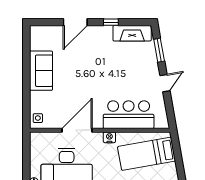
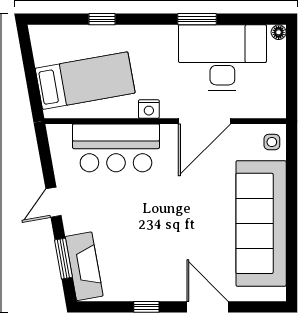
door: (75, 22) -> (208, 307), hinge flipped
fireplace: (132, 33) -> (84, 266), moved, turned 80
sofa: (41, 71) -> (261, 223), width x1.85, depth x1.27

